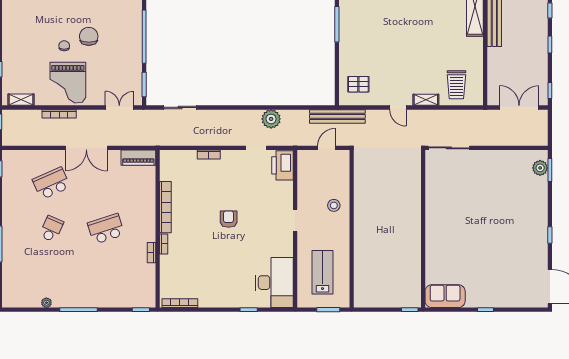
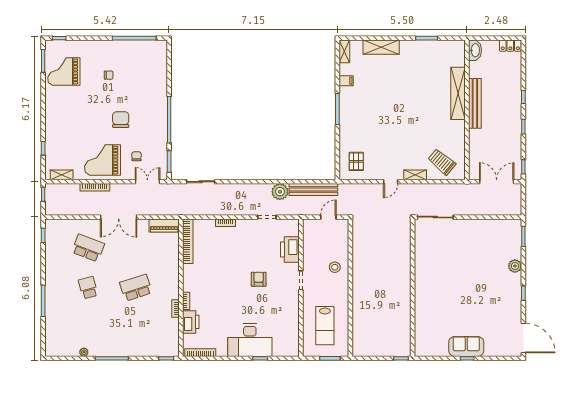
chair: (64, 46) -> (136, 156), moved
grand piano: (68, 83) -> (102, 160), turned 90
pallet: (358, 84) -> (356, 161), turned 90
trolley: (456, 85) -> (442, 162), turned 130
door: (398, 107) -> (391, 182), hinge flipped
bench: (337, 116) -> (313, 190), moved
printer: (282, 165) -> (290, 249), moved
plant: (540, 168) -> (515, 266), moved
school desk: (51, 183) -> (88, 248), turned 45
bookcase: (165, 207) -> (188, 241), moved
armchair: (229, 219) -> (259, 279), moved
school desk: (51, 229) -> (88, 288), turned -39
printer: (169, 268) -> (191, 322), added
lab bench: (323, 272) -> (325, 326), turned 180
desk: (274, 283) -> (250, 340), moved, turned 90
sofa: (445, 296) -> (466, 346), moved

